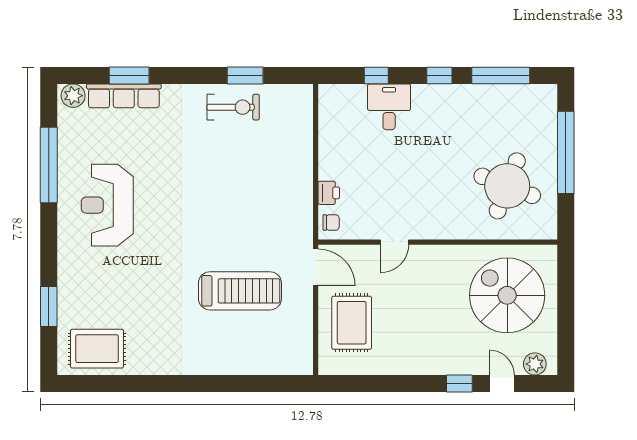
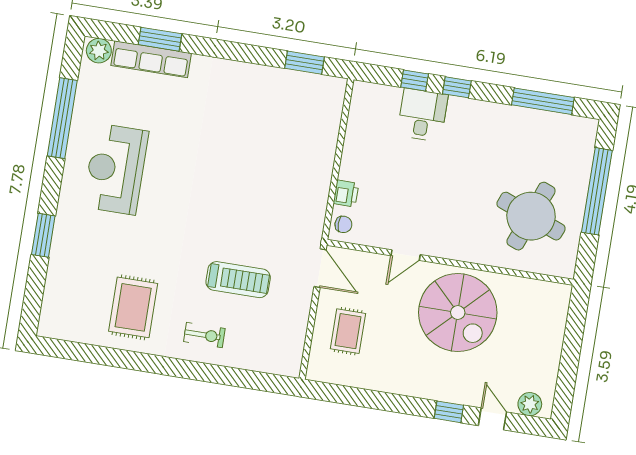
window: (245, 75) -> (305, 63), moved
window: (439, 75) -> (457, 87), moved
exercise bike: (233, 107) -> (204, 335), moved, width x0.73, depth x0.72
treadmill: (240, 291) -> (238, 280), width x0.73, depth x0.73
spiral stairs: (507, 295) -> (458, 313), moved, turned 180
window: (49, 307) -> (43, 235), moved
rug: (352, 323) -> (348, 331), width x0.73, depth x0.70
rug: (97, 349) -> (133, 307), moved, turned 90

